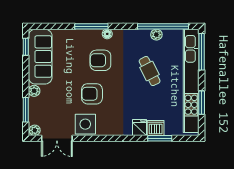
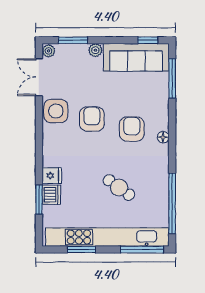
window: (91, 26) -> (172, 79), moved
plant: (156, 35) -> (162, 196), removed
cafe table: (150, 71) -> (119, 187), turned 63

